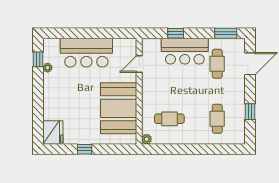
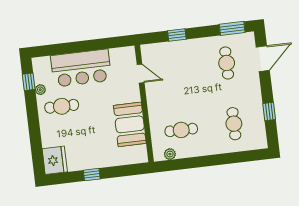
bar counter: (185, 51) -> (189, 53), removed
door: (139, 64) -> (141, 74), swing flipped
cafe table: (65, 85) -> (62, 106), added
booth: (119, 108) -> (130, 124), width x0.73, depth x0.70
plant: (147, 139) -> (170, 154), moved

